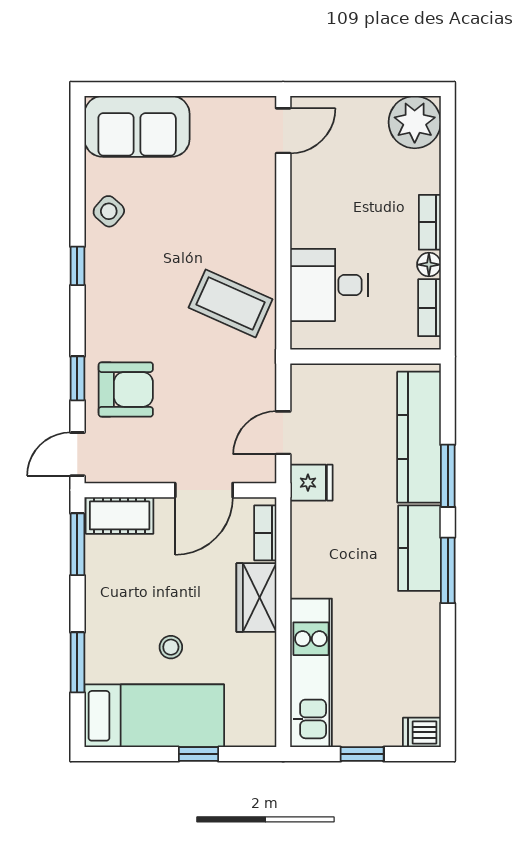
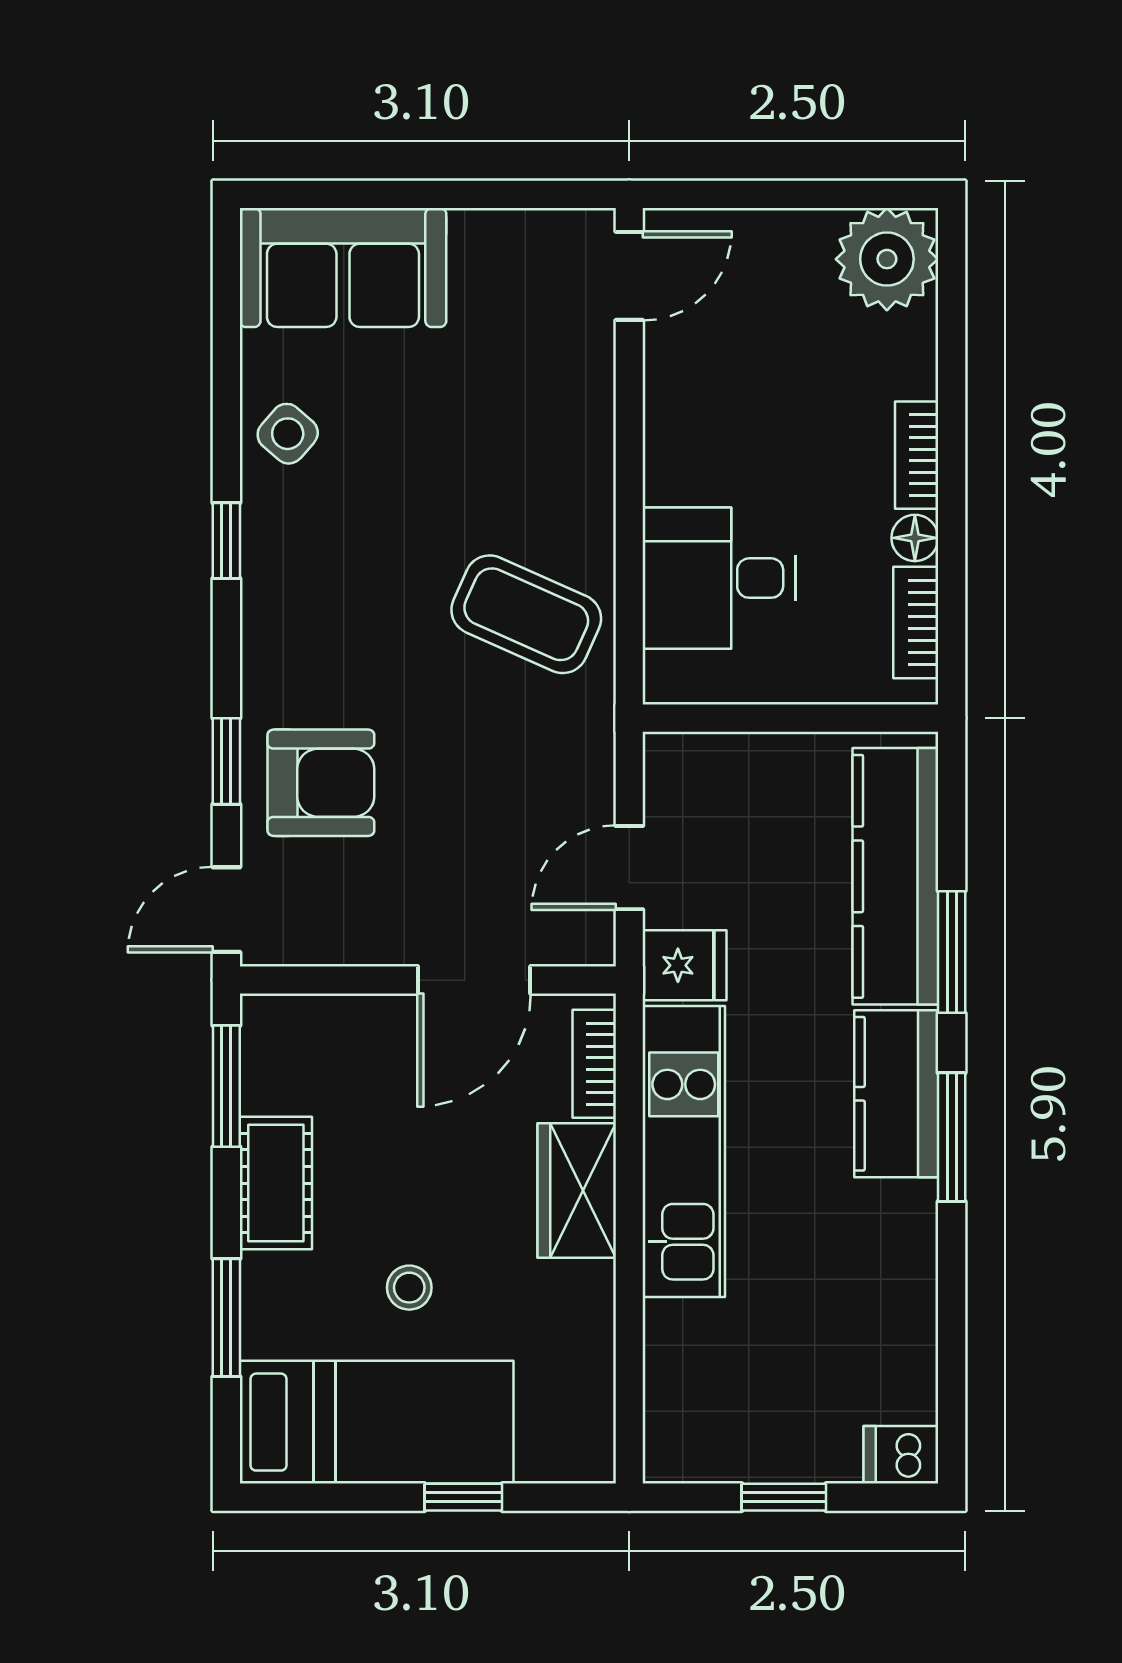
cot: (120, 515) -> (276, 1183), moved, turned 90
kitchen unit: (311, 673) -> (684, 1151), moved

